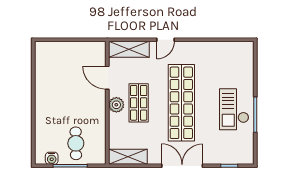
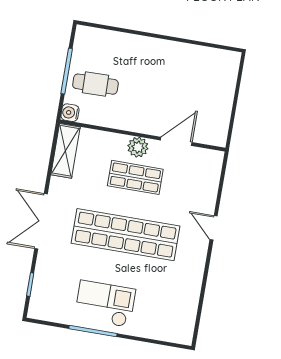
shelving: (129, 49) -> (209, 177), removed
water cooler: (52, 158) -> (70, 113), moved
double door: (182, 166) -> (41, 221), swing flipped

